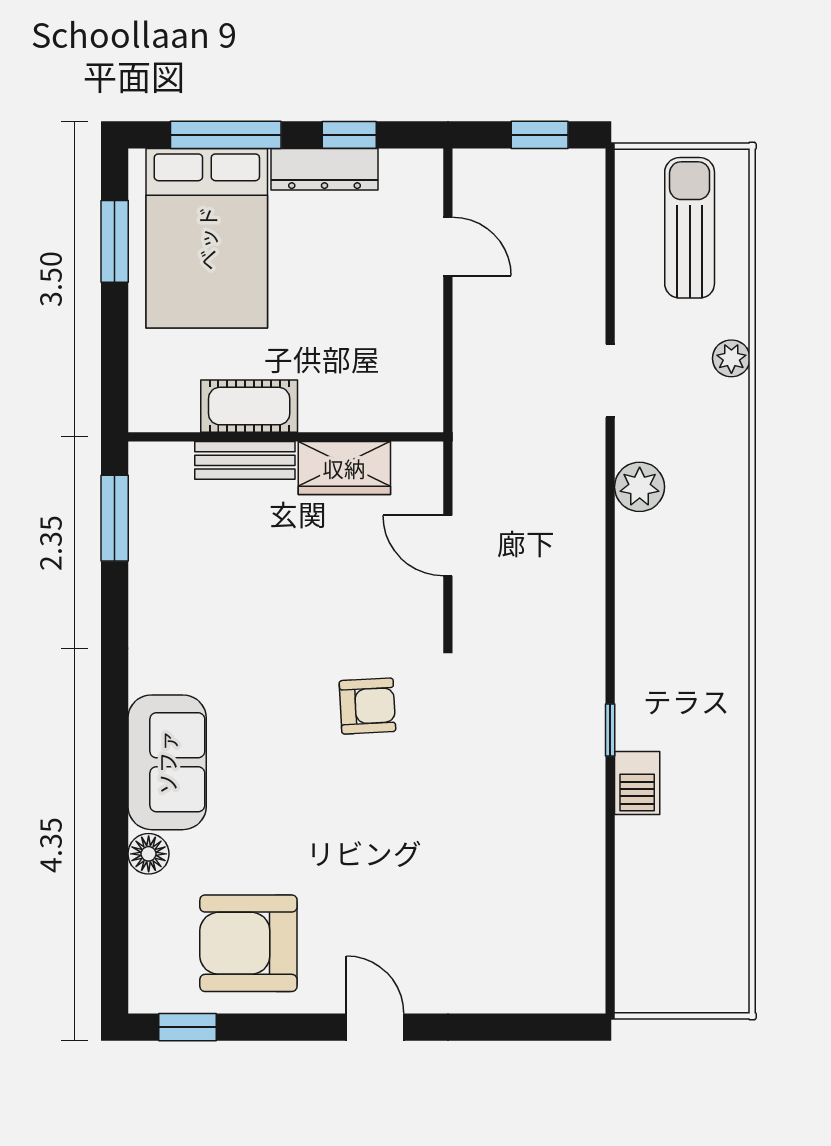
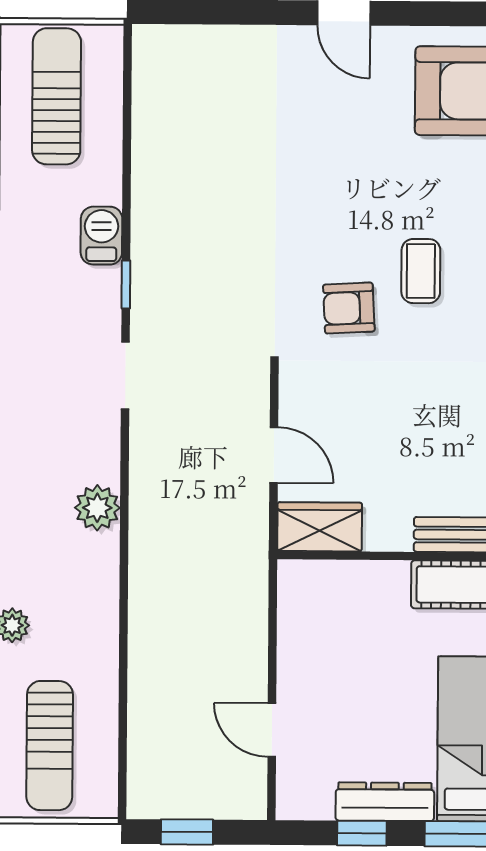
doorway: (610, 381) -> (125, 375), moved
wardrobe: (344, 468) -> (320, 527), moved
coffee table: (289, 747) -> (421, 271), added
sun lounger: (687, 934) -> (57, 96), added

